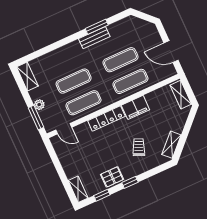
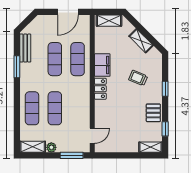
bench: (94, 38) -> (25, 48), moved
exercise mat: (83, 103) -> (32, 108), moved
plant: (39, 105) -> (51, 147), moved
locker: (106, 118) -> (100, 89), width x0.66
shelving: (171, 145) -> (141, 41), moved
window: (130, 182) -> (165, 89), moved

